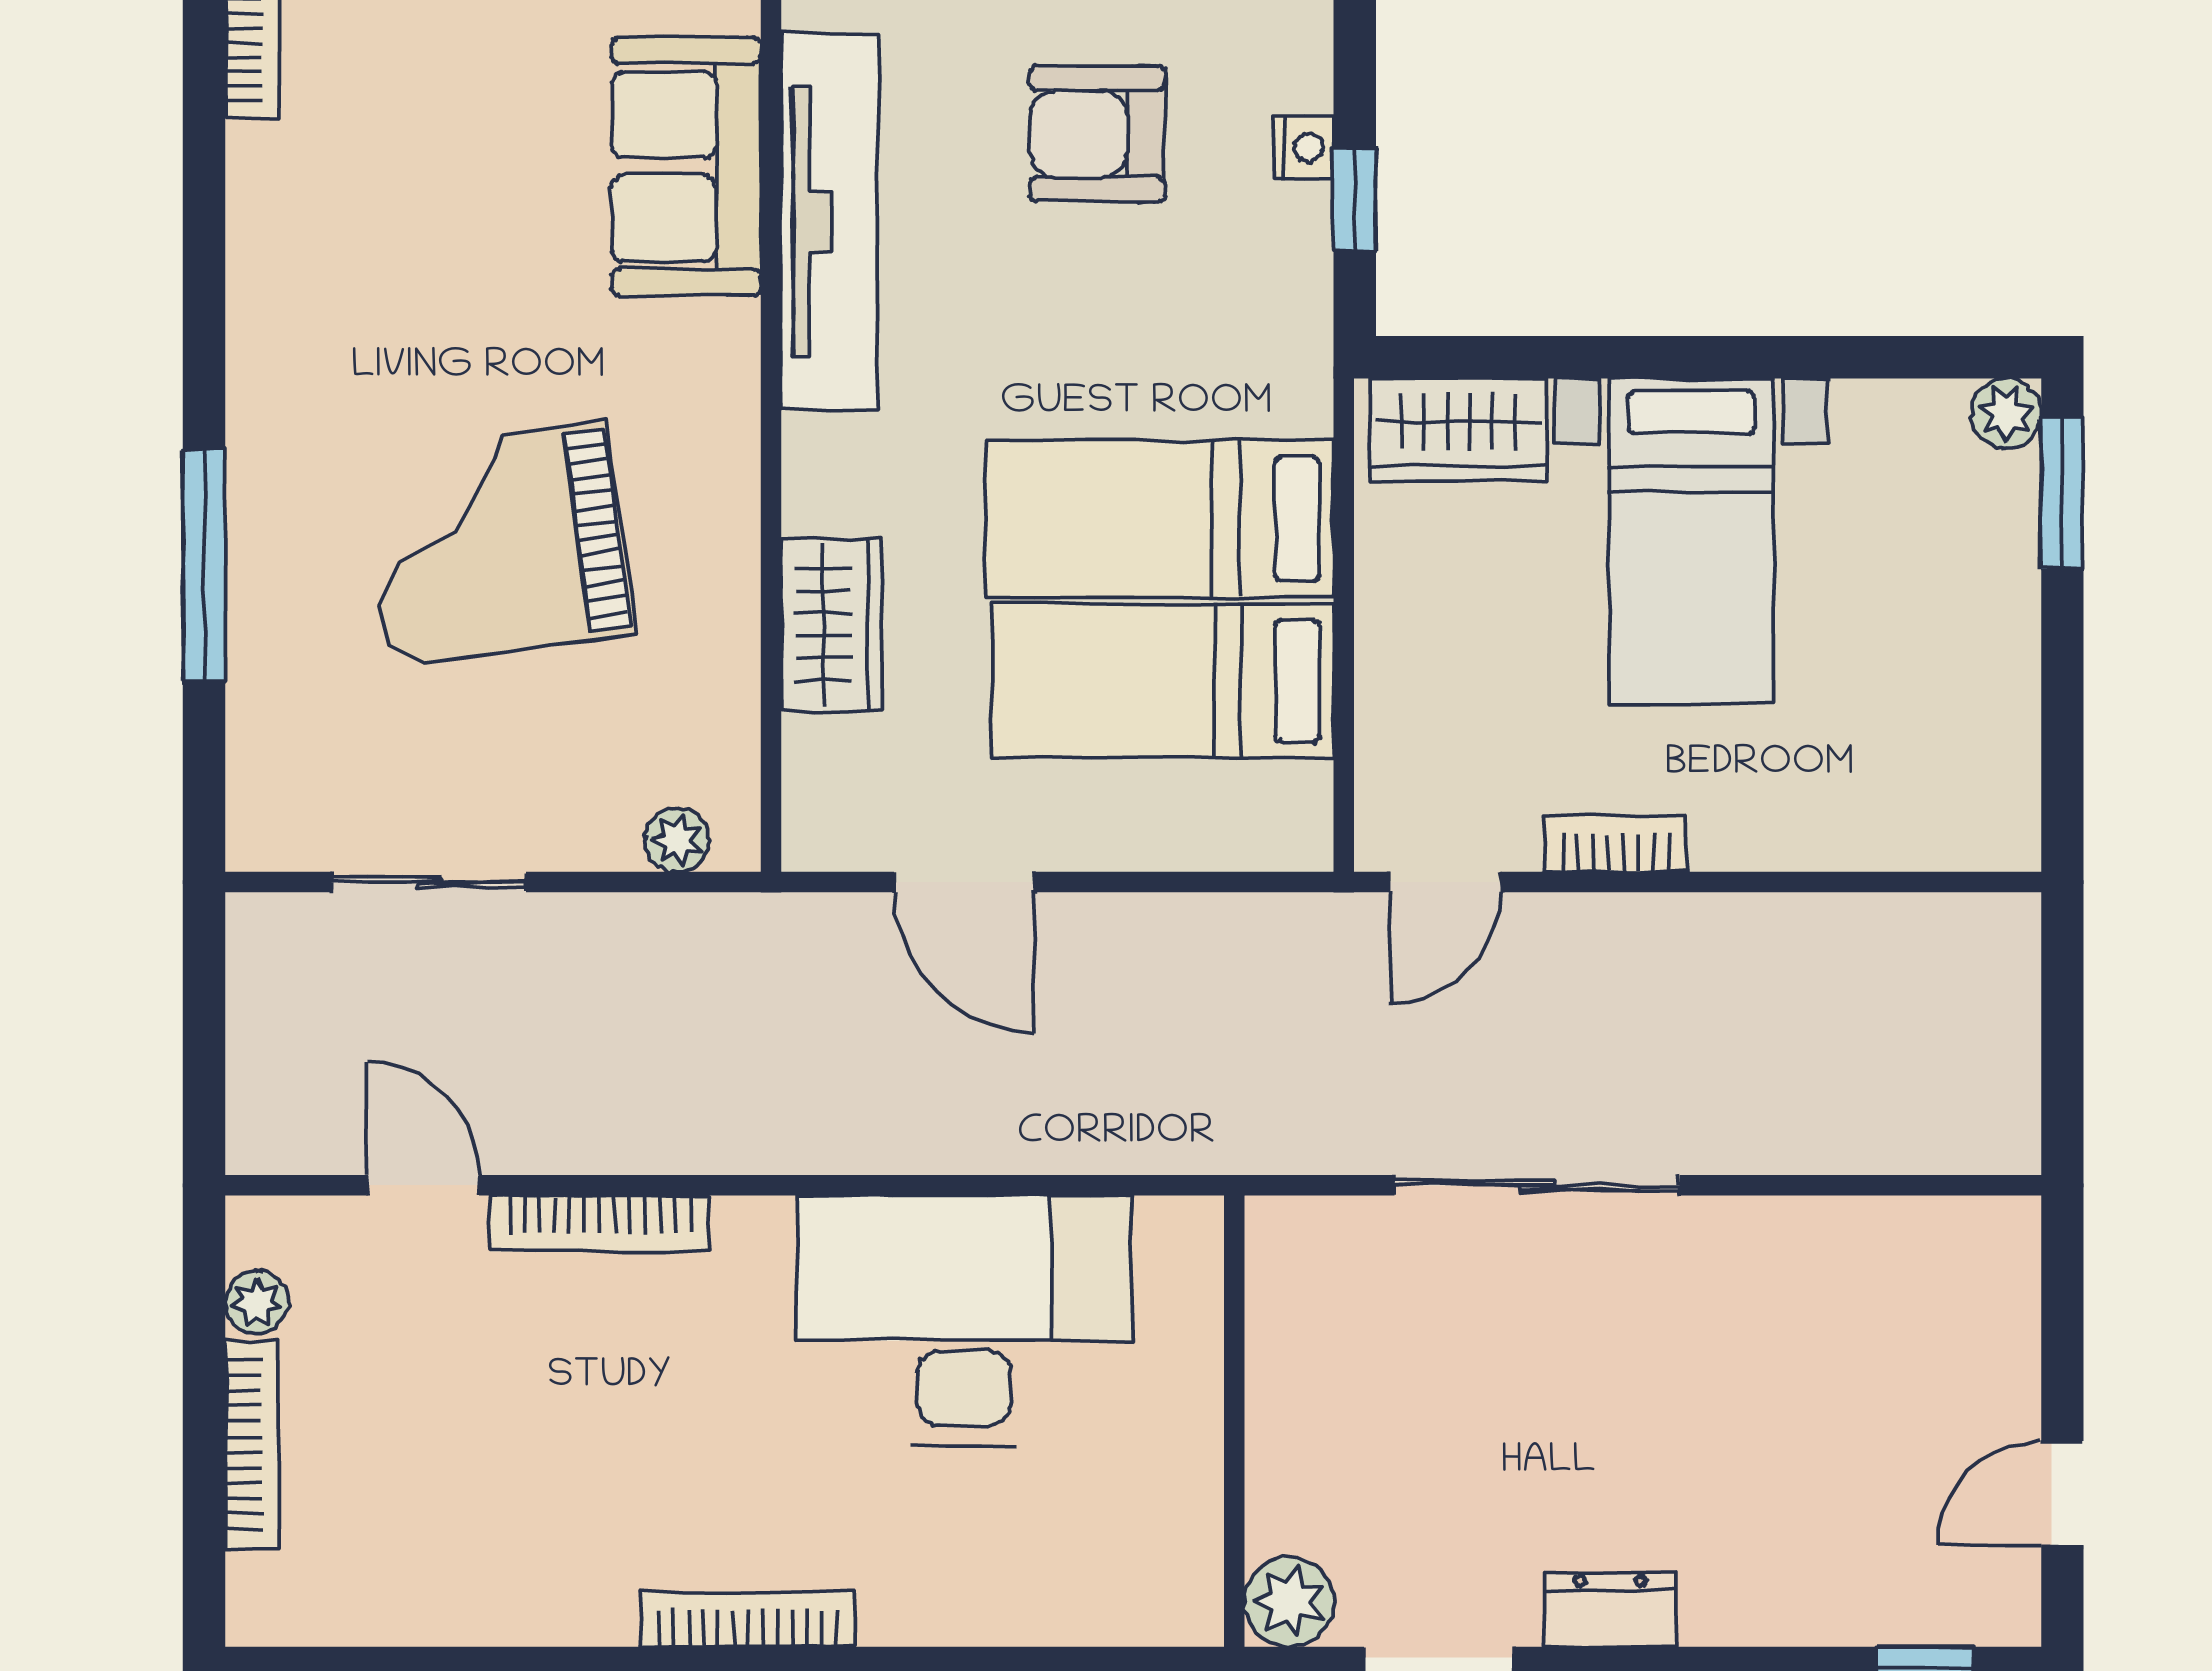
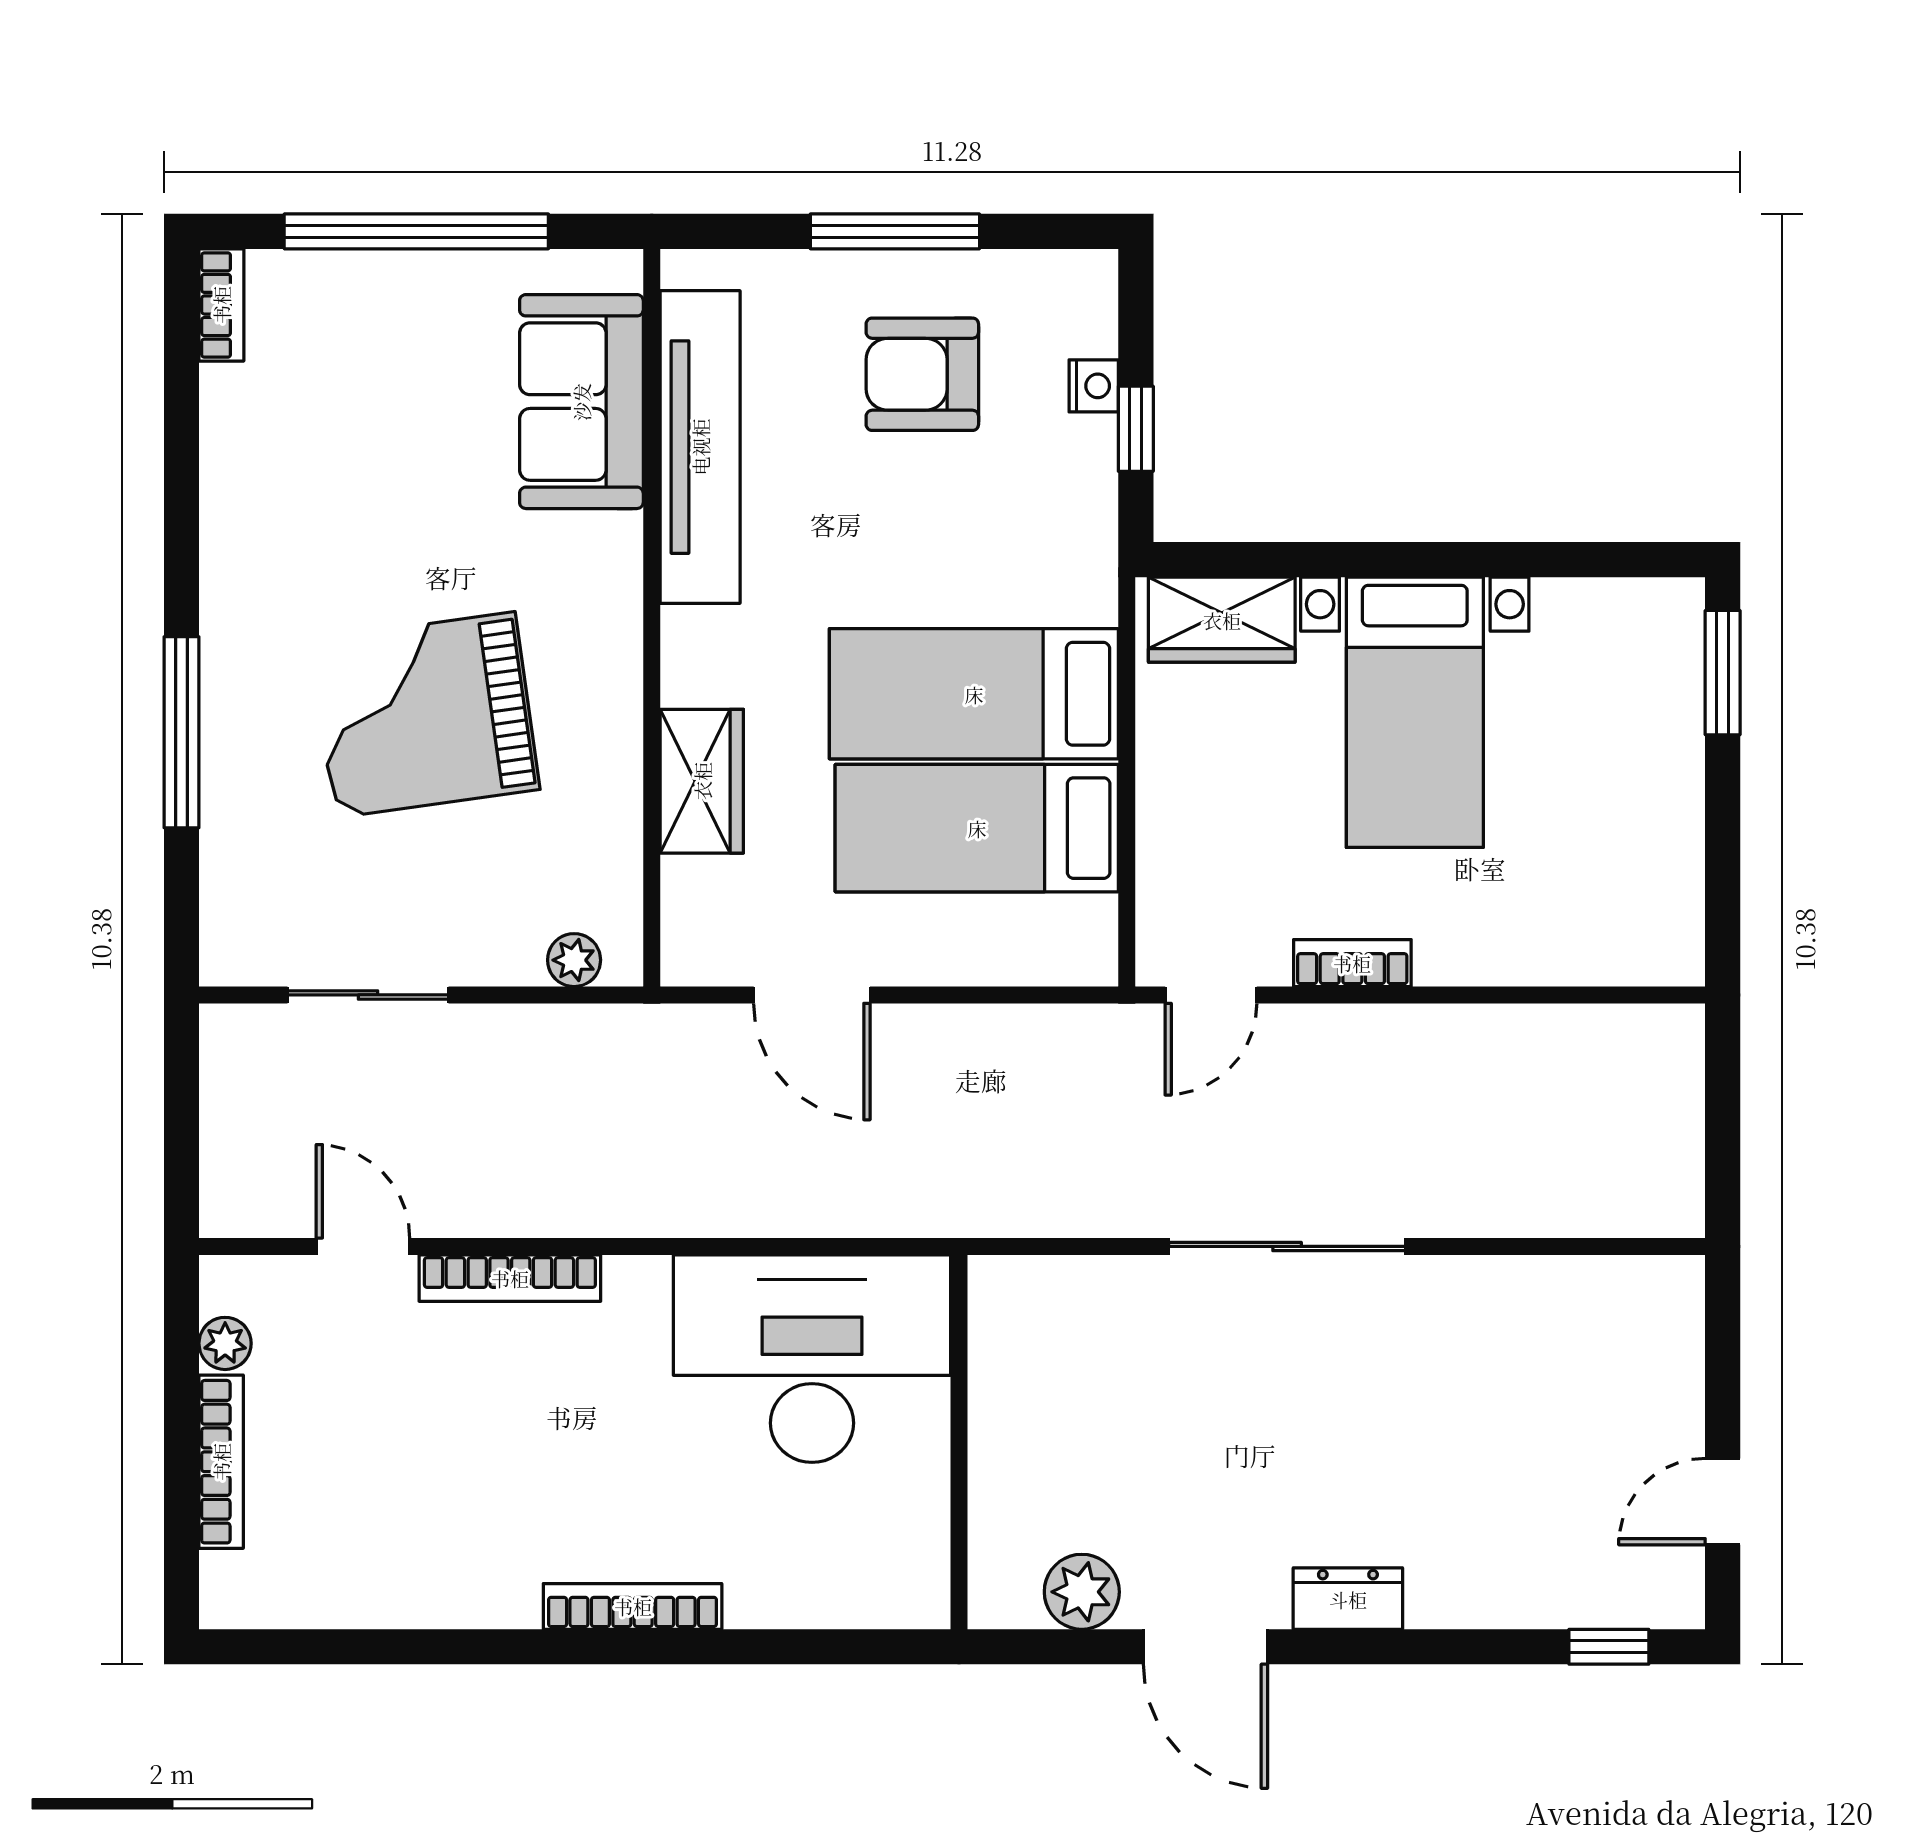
plant: (2006, 413) -> (1676, 606), removed
wall: (1234, 1421) -> (959, 1442), moved

